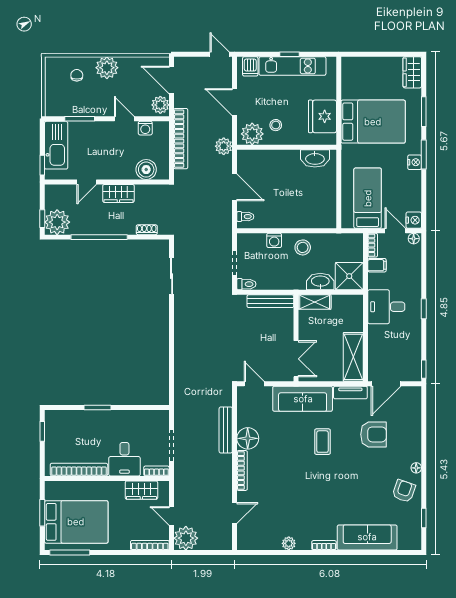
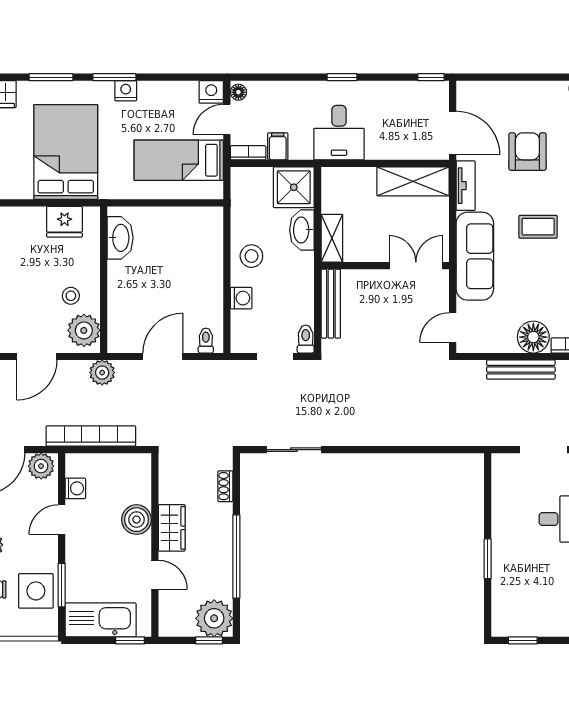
side table: (76, 101) -> (36, 591), added
fridge: (322, 116) -> (64, 222), width x0.73, depth x0.75
boiler: (146, 170) -> (136, 520), moved

